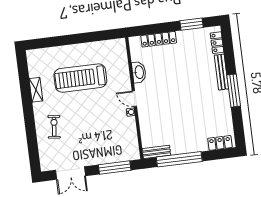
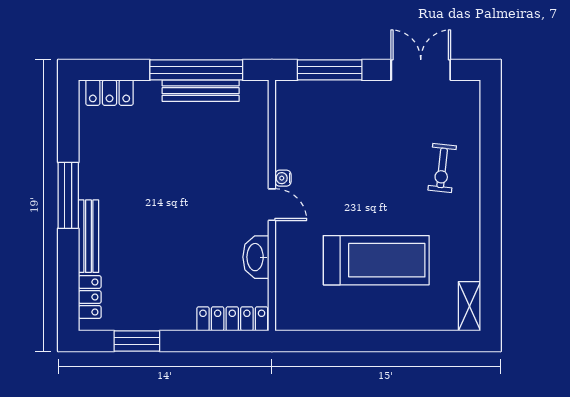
locker: (159, 39) -> (232, 319), moved
shelving: (36, 90) -> (469, 306), moved
bench: (156, 152) -> (201, 91), moved, width x1.36

